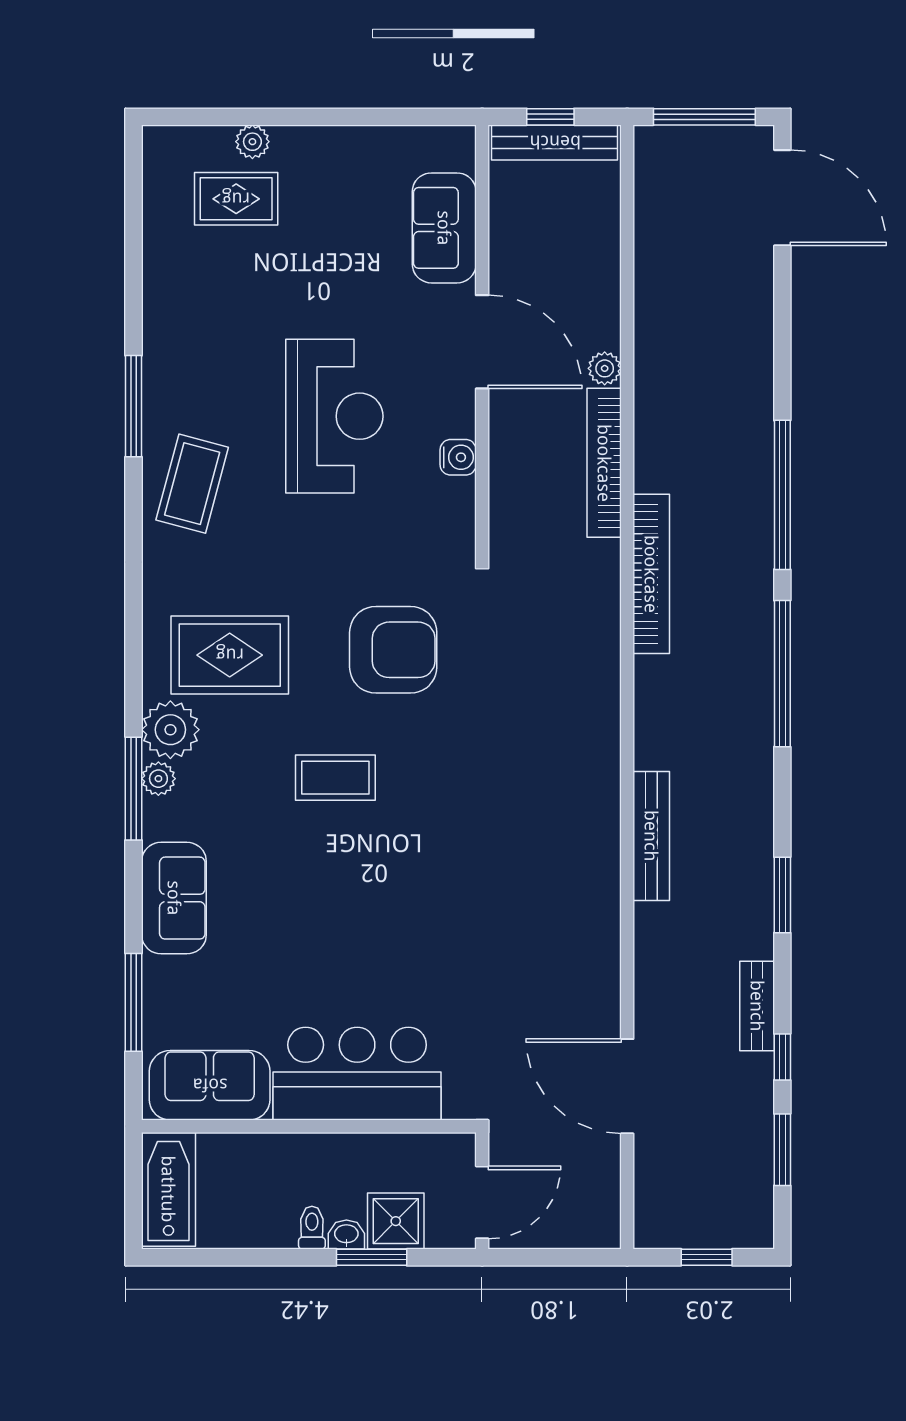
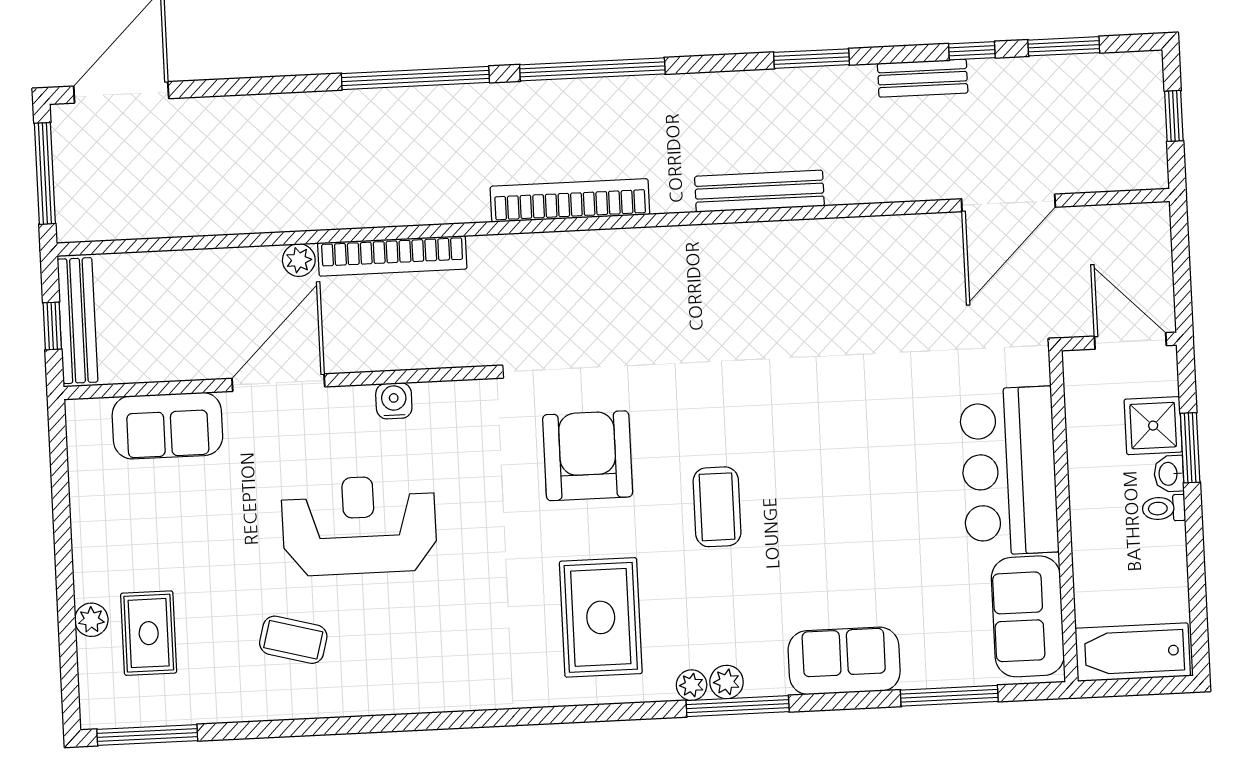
window: (134, 406) -> (147, 735), moved
coffee table: (192, 484) -> (293, 640), moved, width x0.73, depth x0.77
bookcase: (651, 574) -> (570, 200), moved
plant: (170, 730) -> (692, 685), width x0.53, depth x0.53

